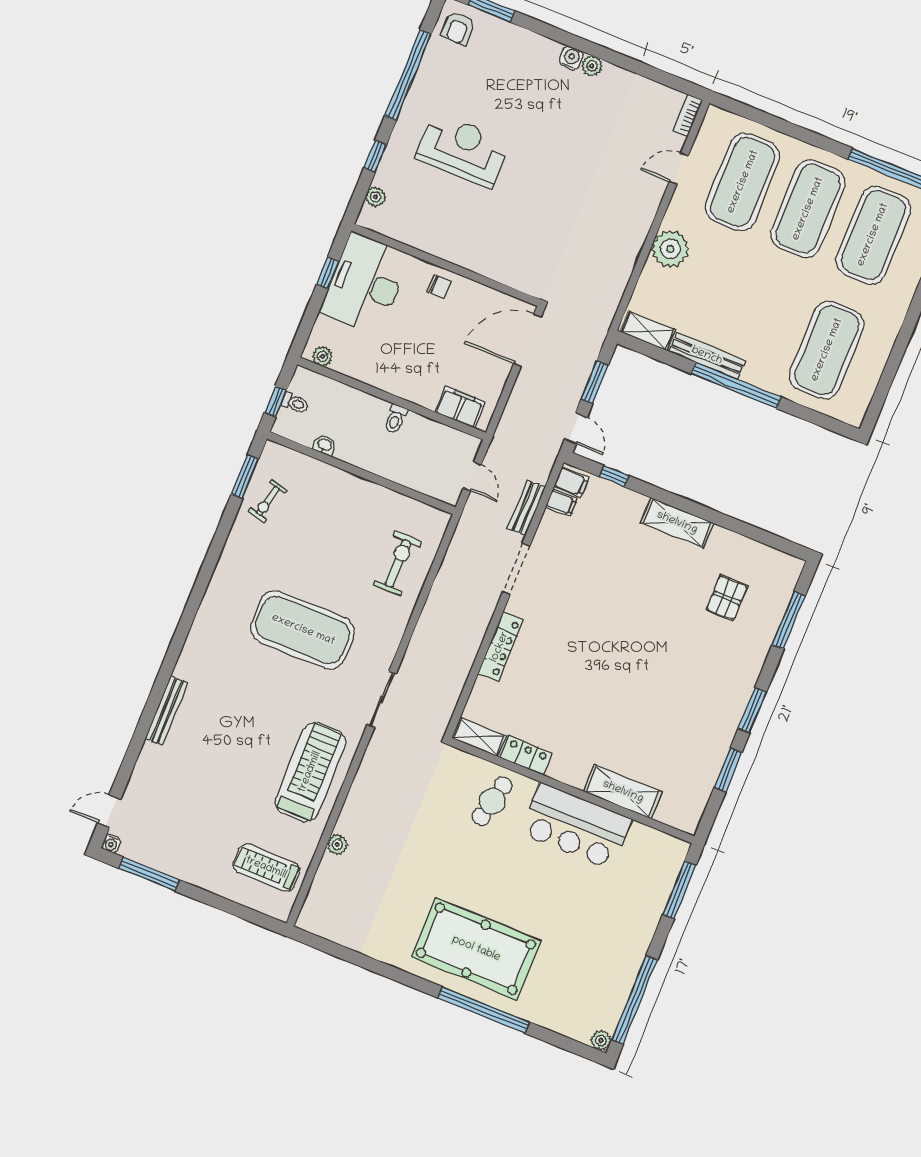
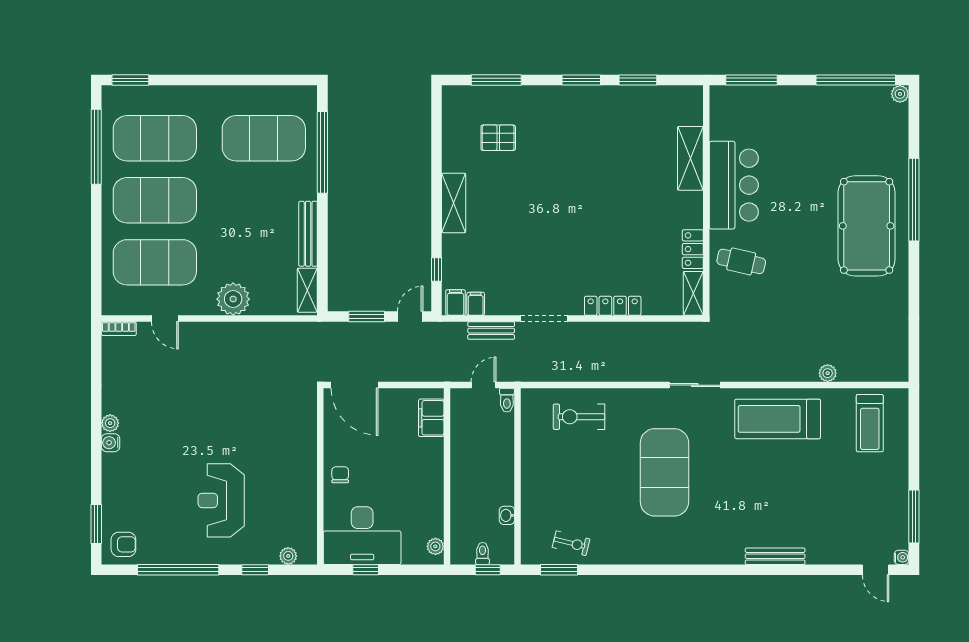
window: (736, 385) -> (322, 152), moved
toilet: (395, 419) -> (507, 400), moved, turned 90

